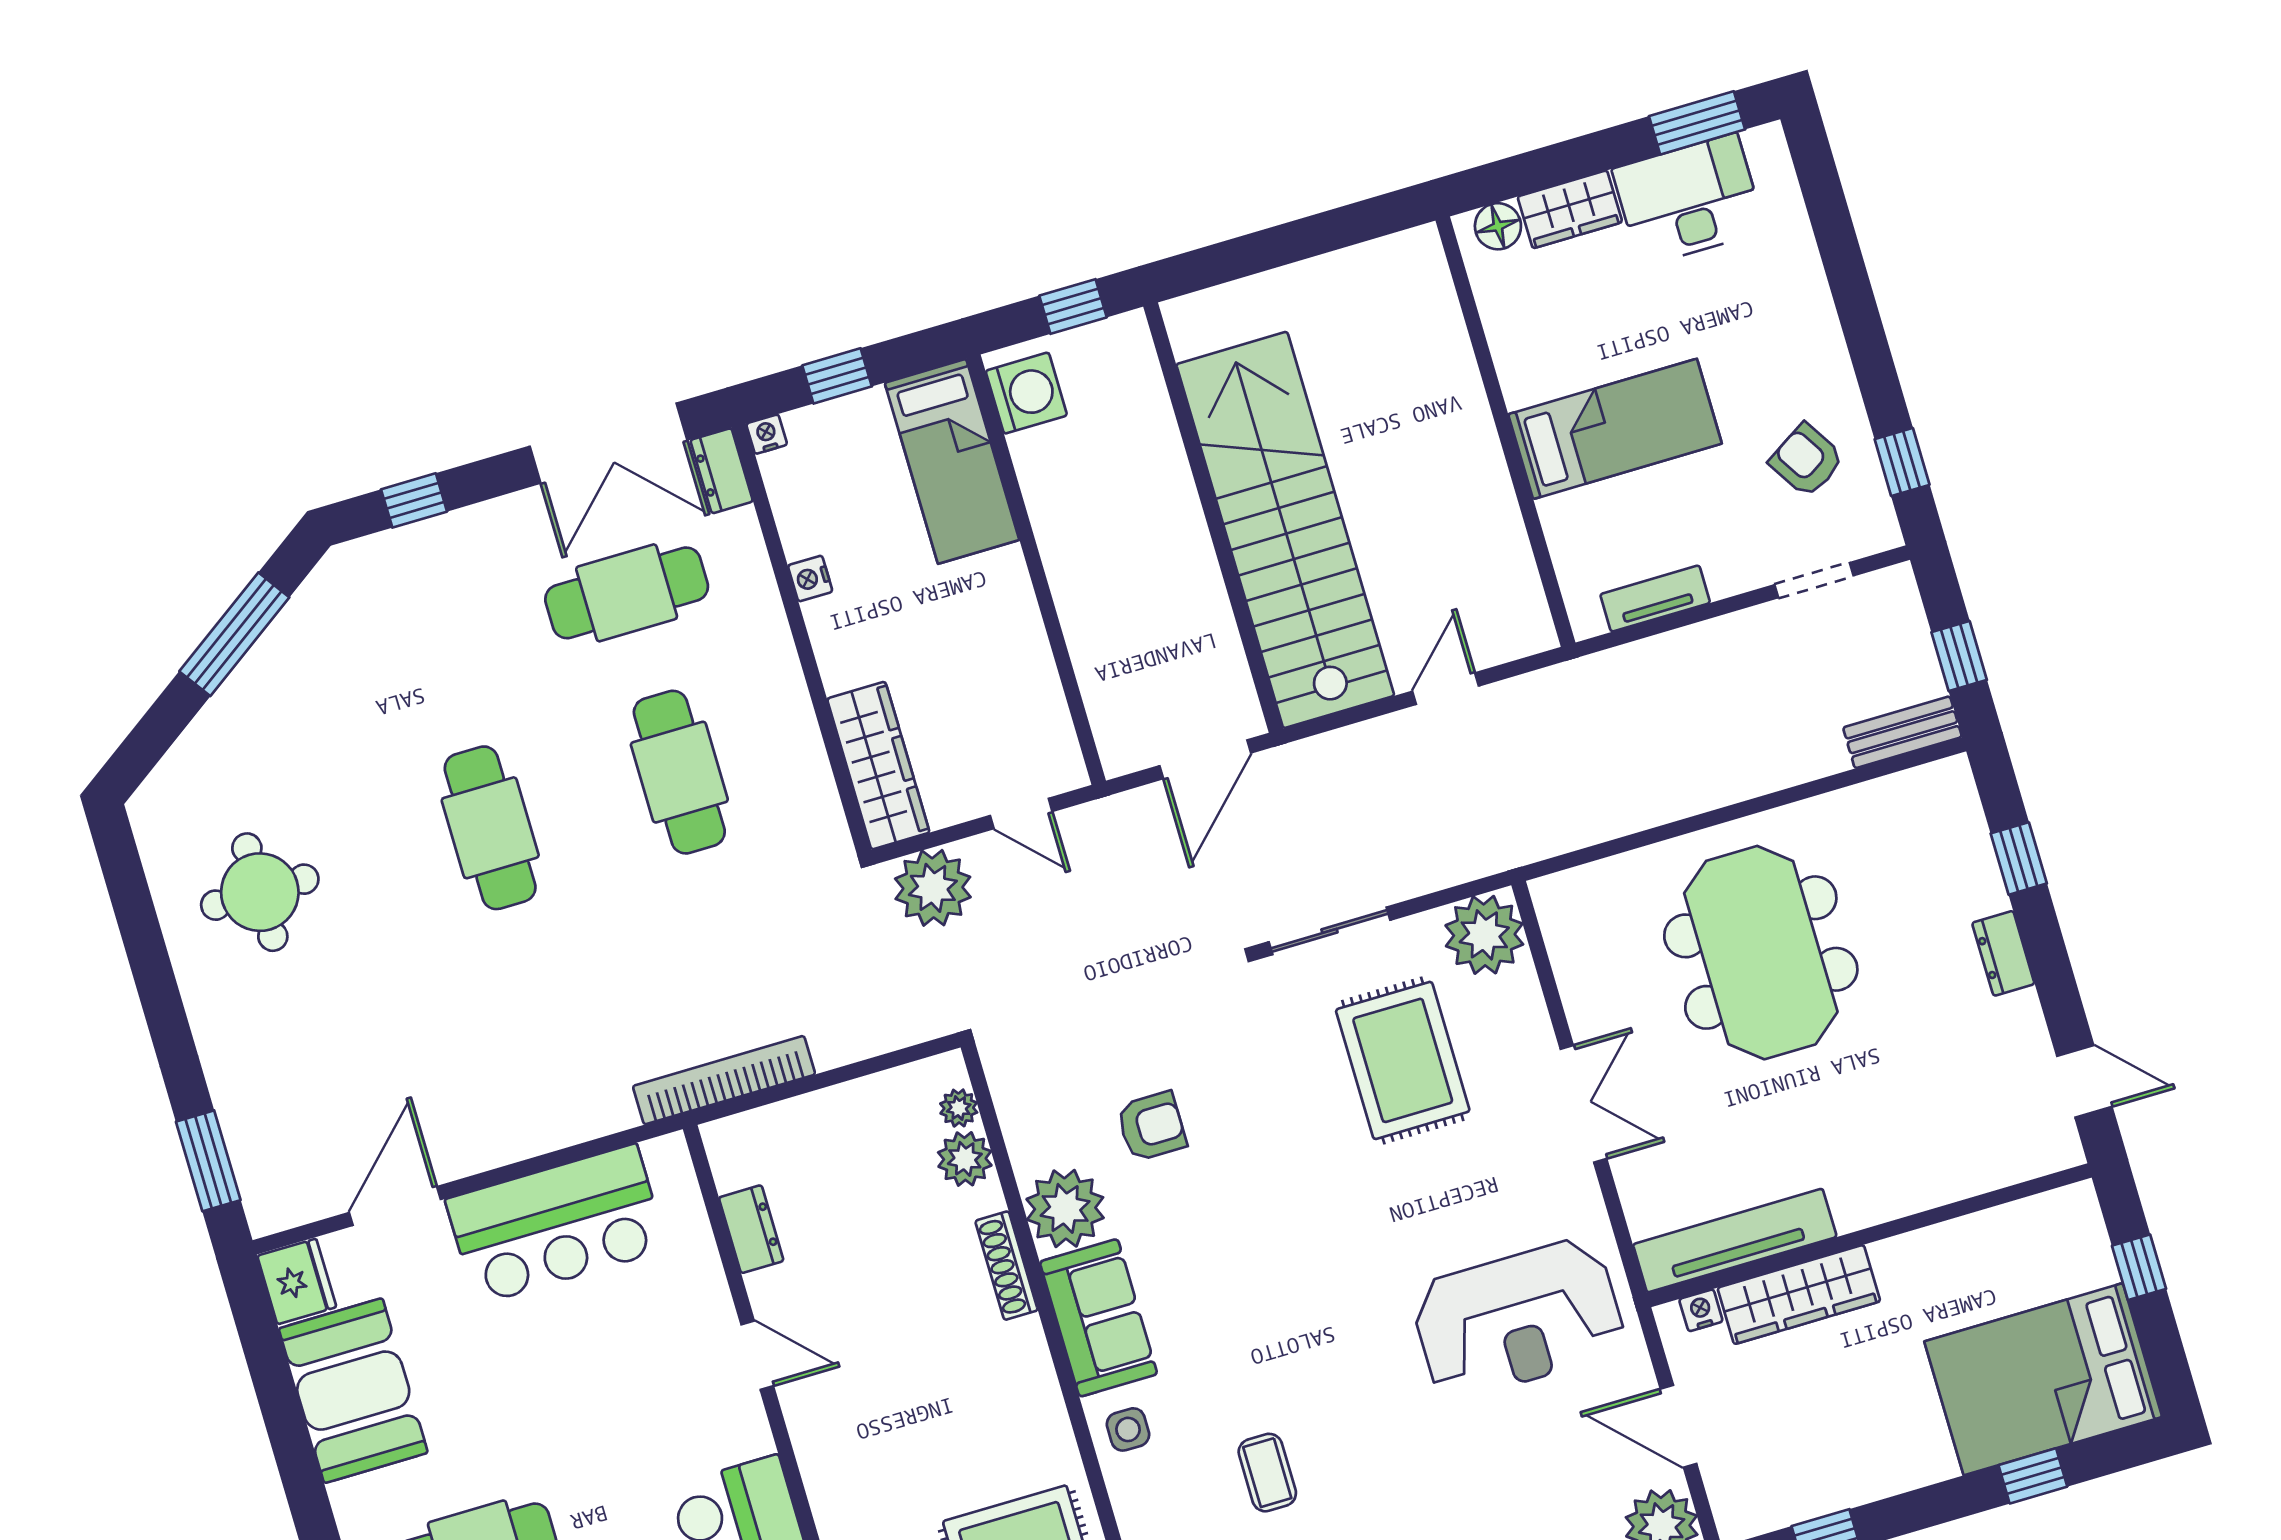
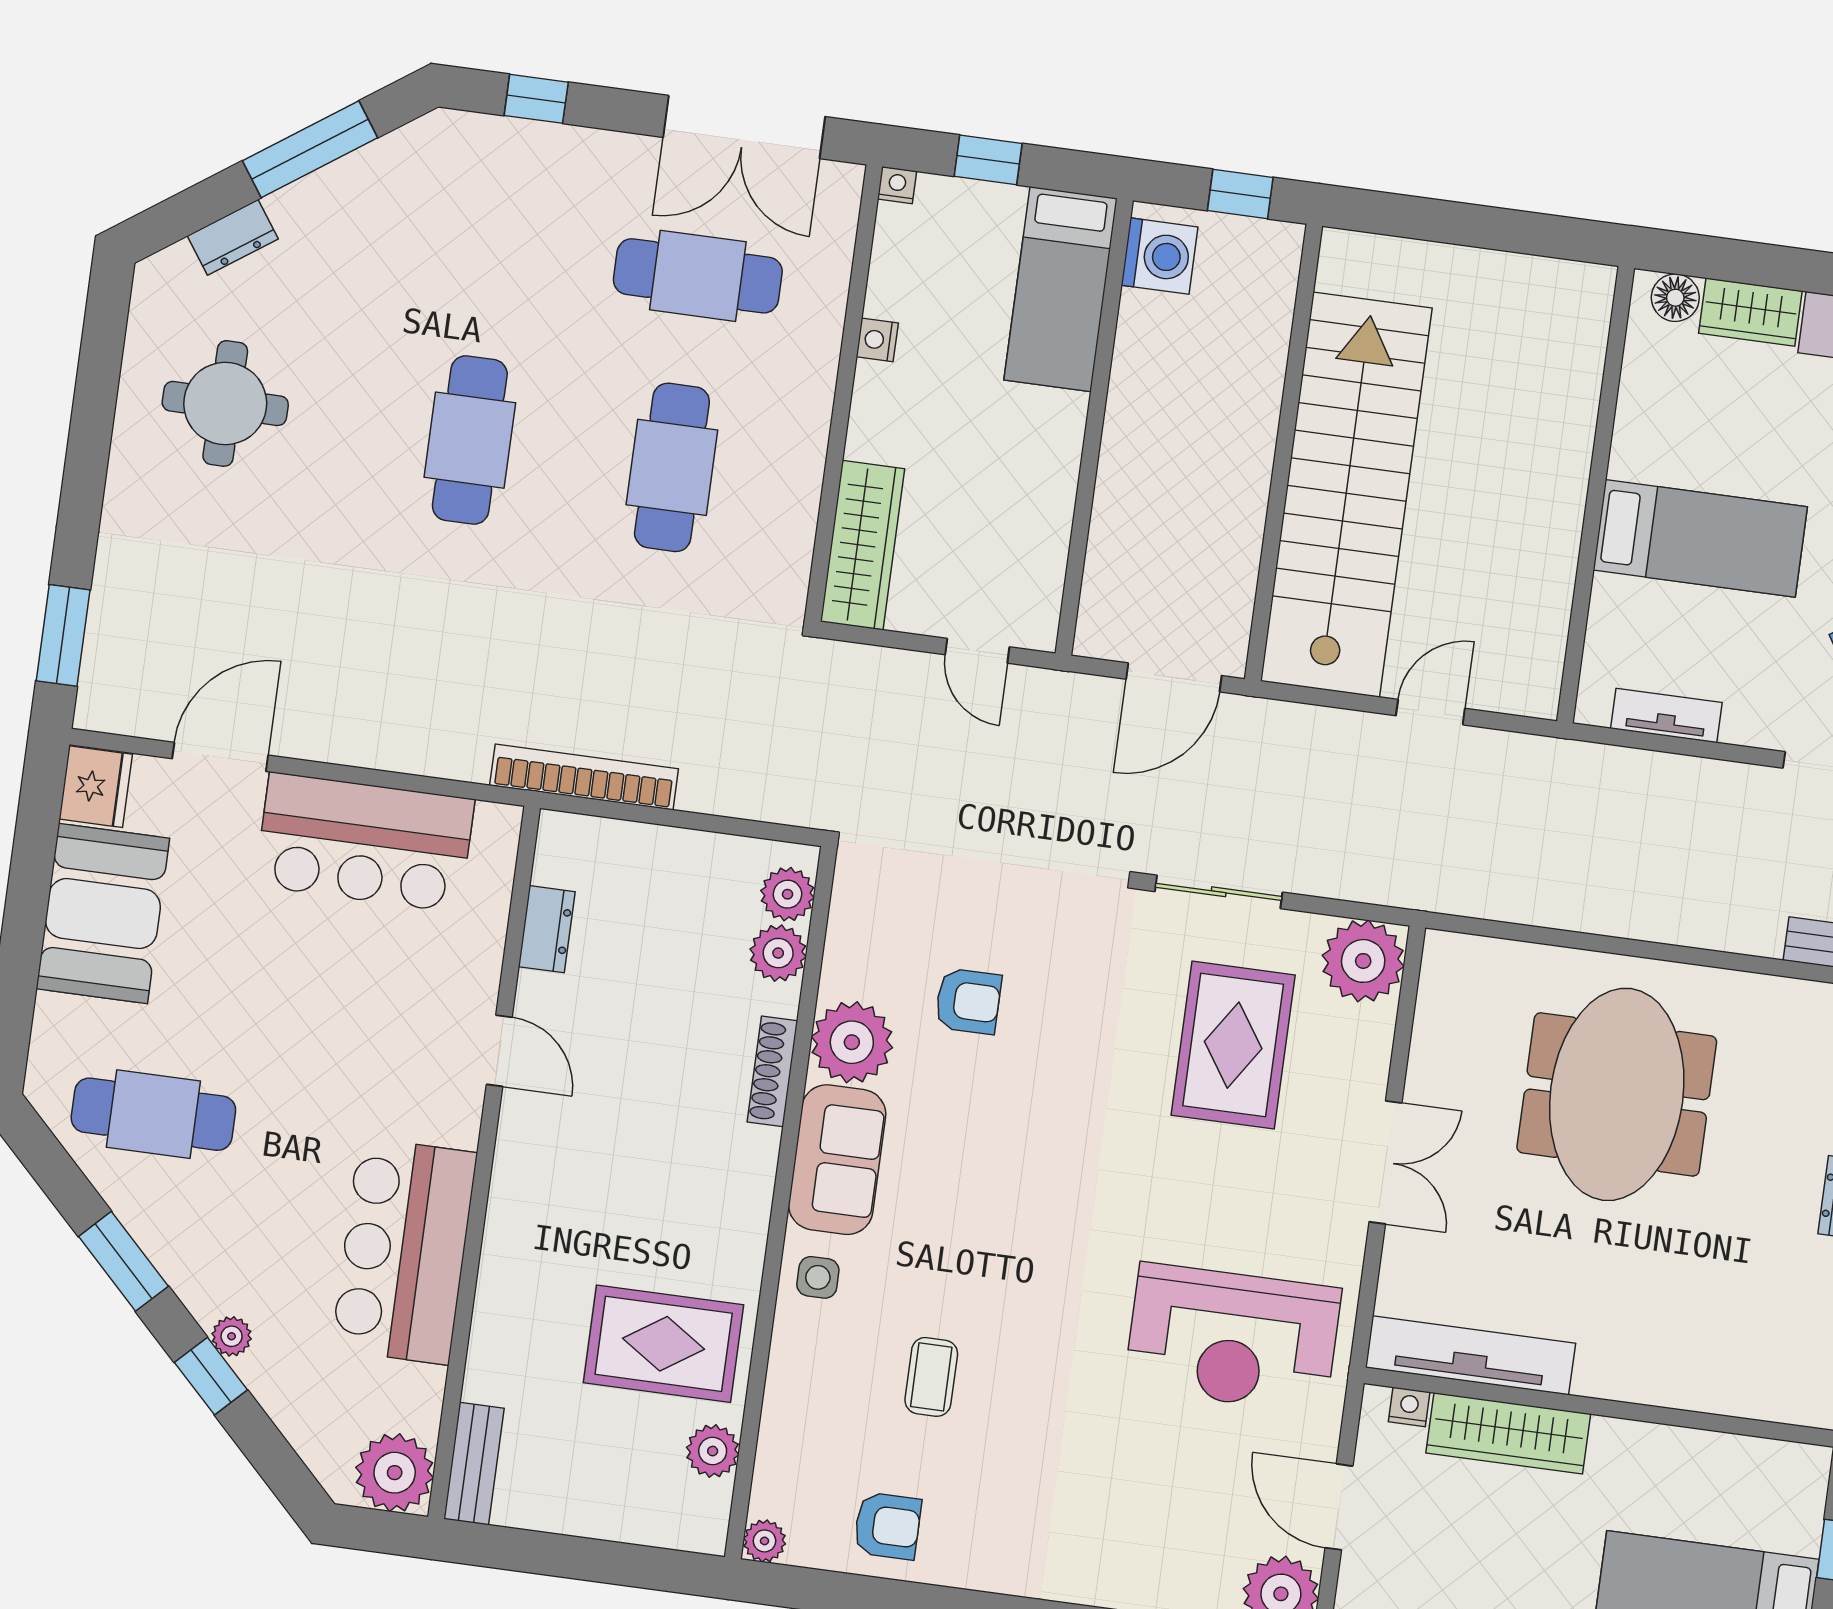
dresser: (722, 471) -> (233, 237), moved, turned -125
plant: (933, 888) -> (862, 684), removed
plant: (959, 1108) -> (788, 894), width x1.38, depth x1.38

